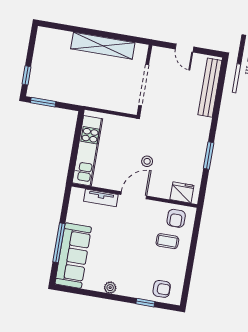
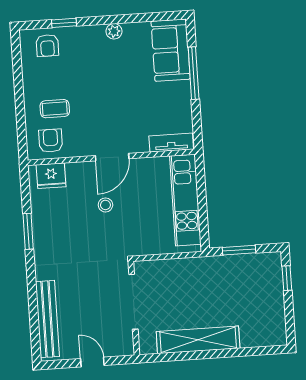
window: (43, 102) -> (239, 250), moved
tv unit: (101, 198) -> (171, 143), moved
sofa: (73, 256) -> (171, 50), width x0.73
armchair: (162, 289) -> (47, 46), turned -90

